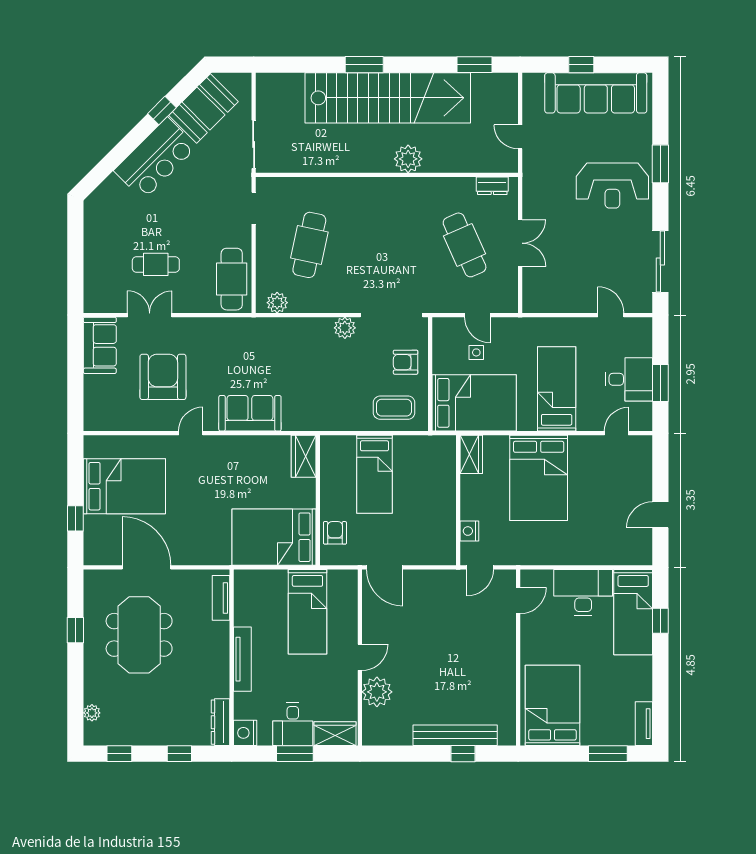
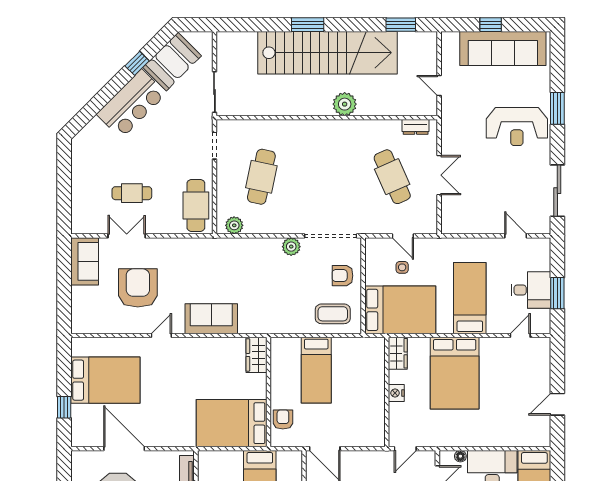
nightstand: (469, 531) -> (396, 393), moved
floor lamp: (545, 576) -> (460, 456), added

